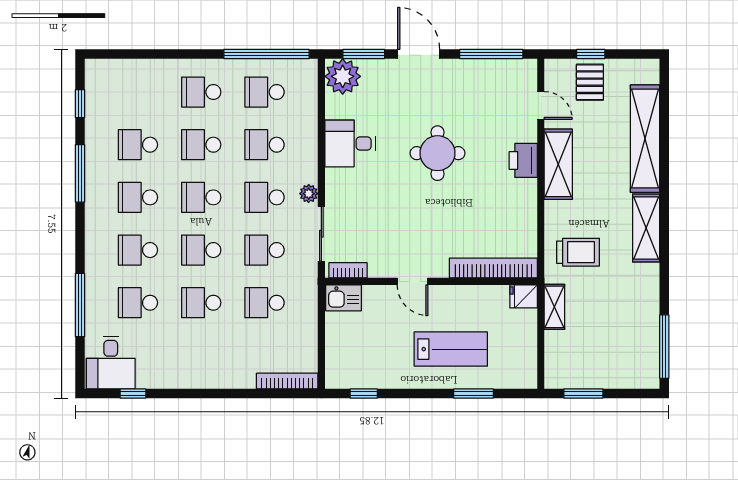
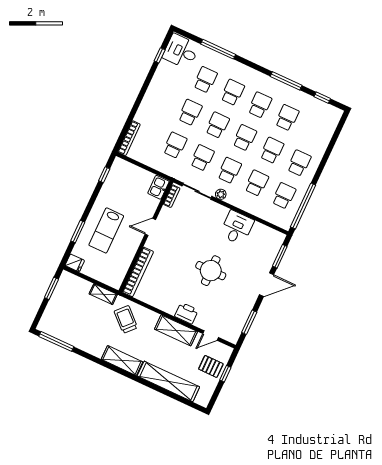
window: (491, 54) -> (249, 322), width x0.69
plant: (343, 76) -> (273, 240), removed
trolley: (578, 252) -> (126, 319), turned 133
fridge: (524, 296) -> (75, 263), moved, turned 90

